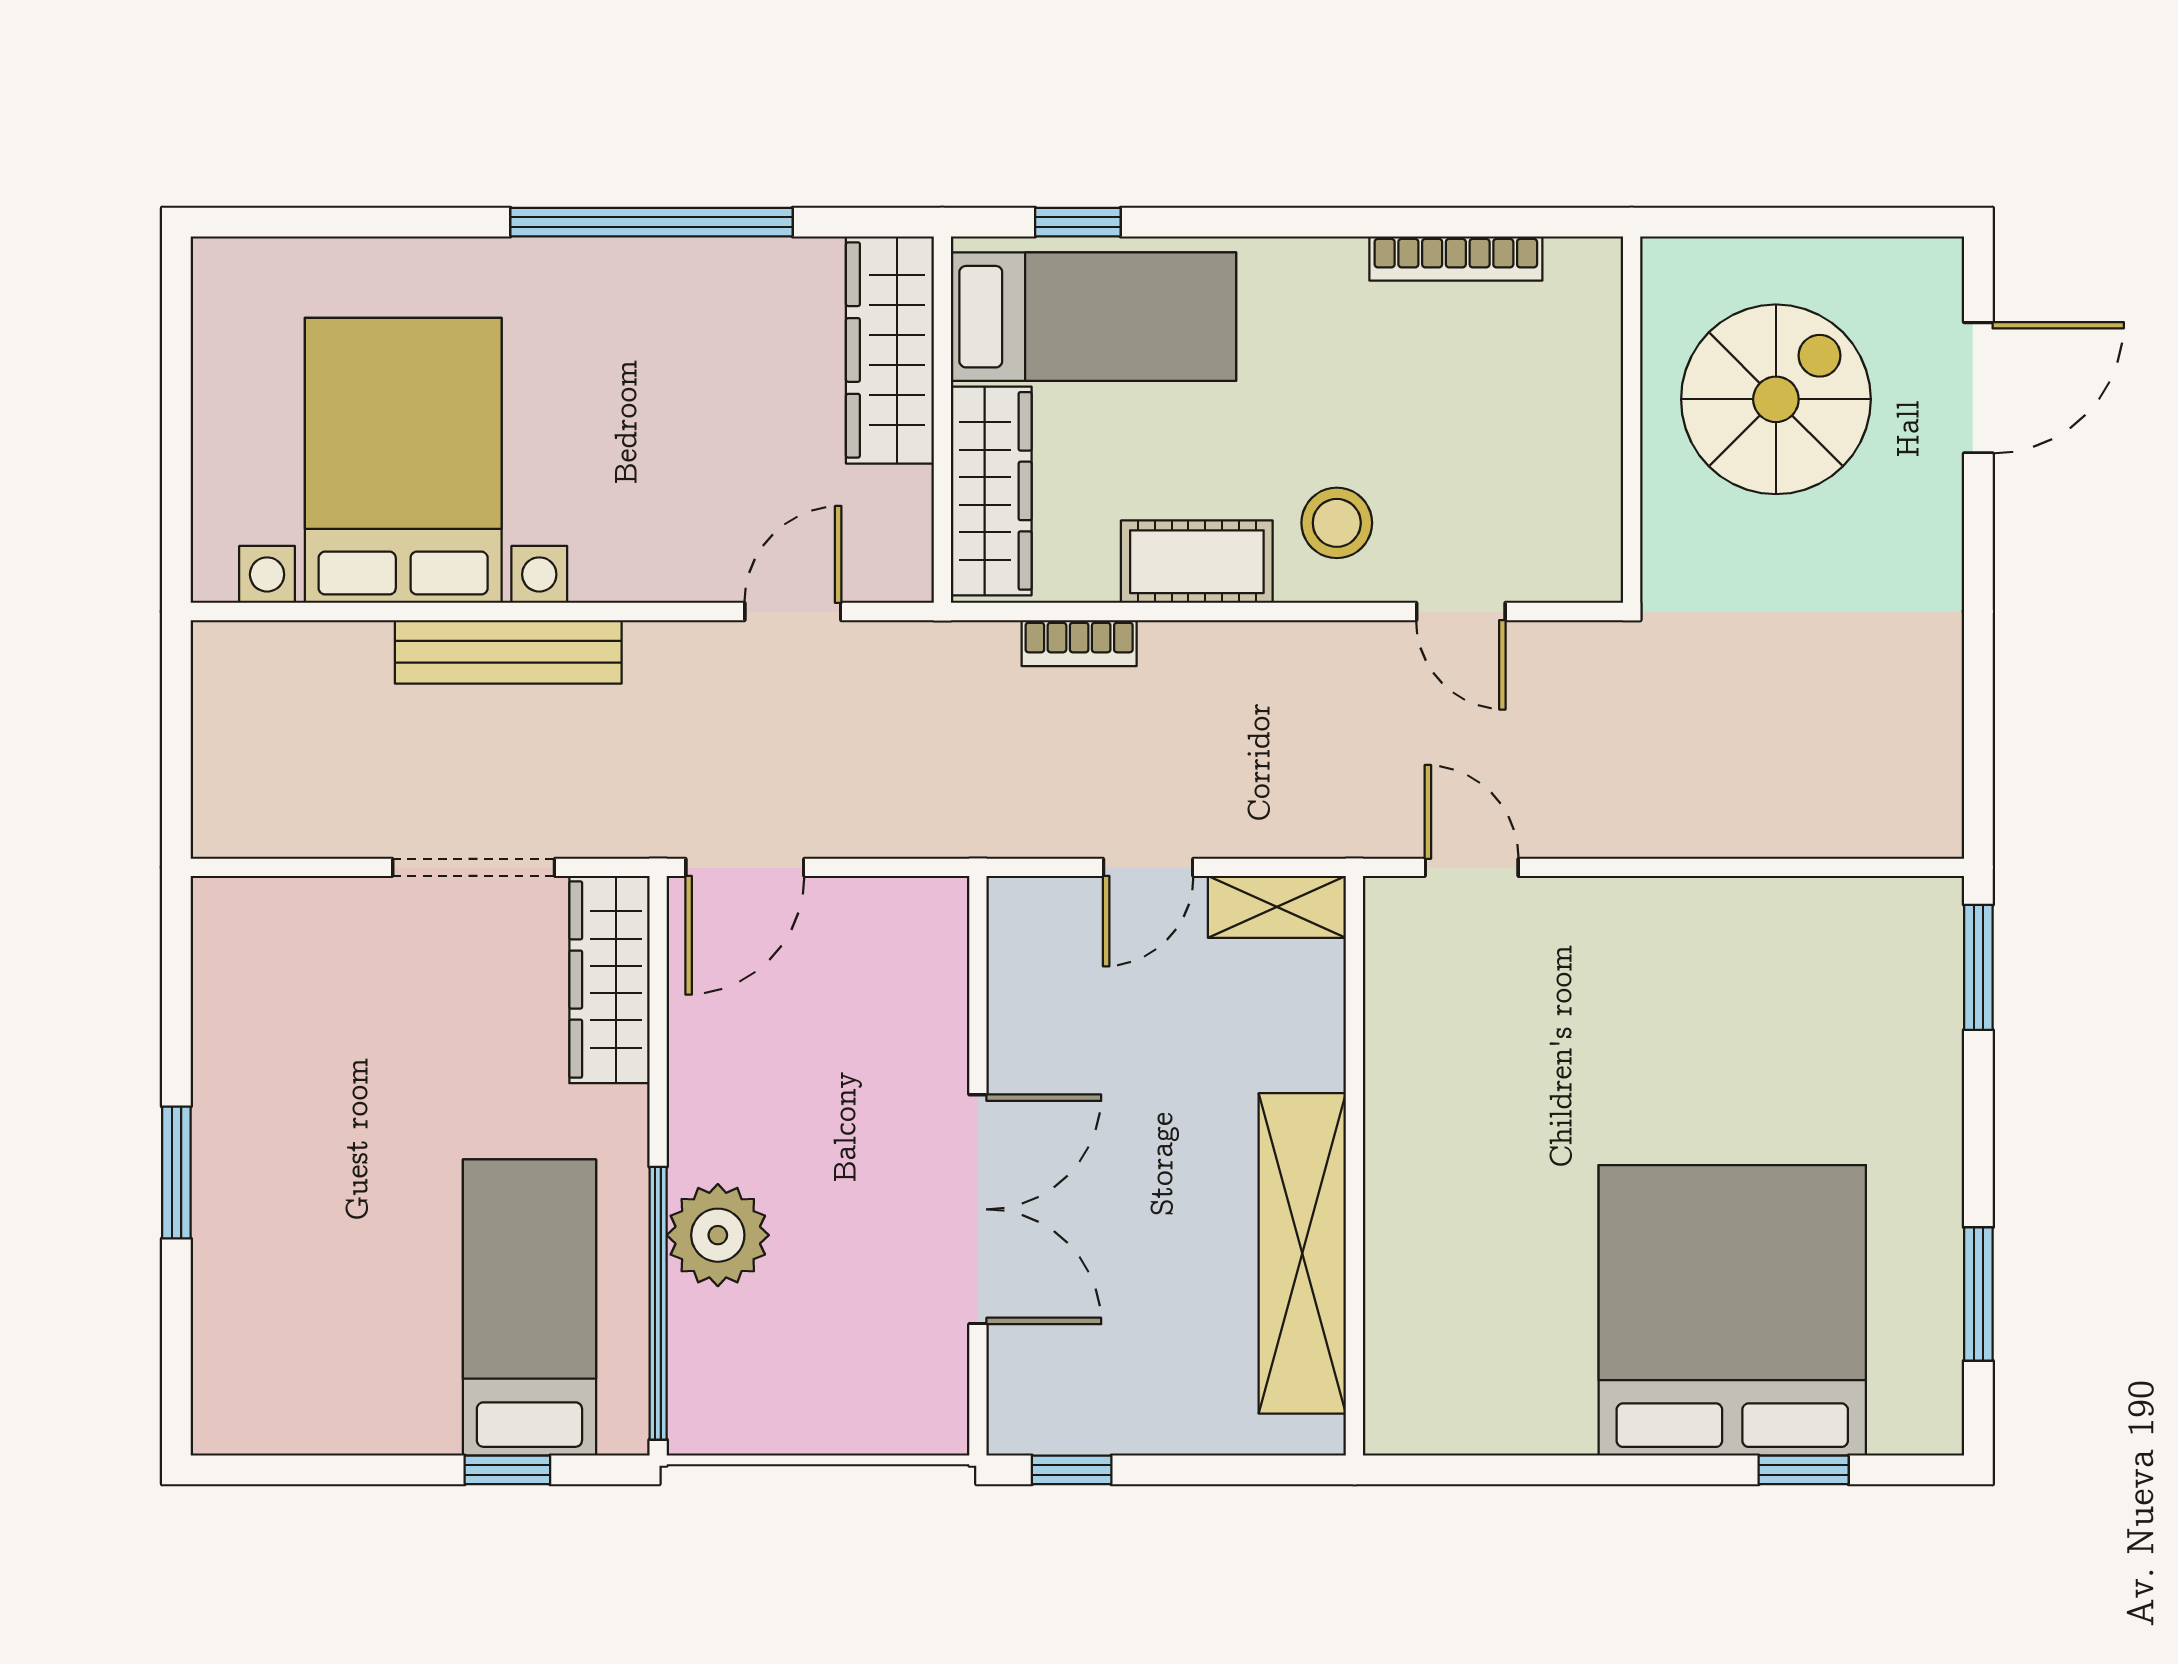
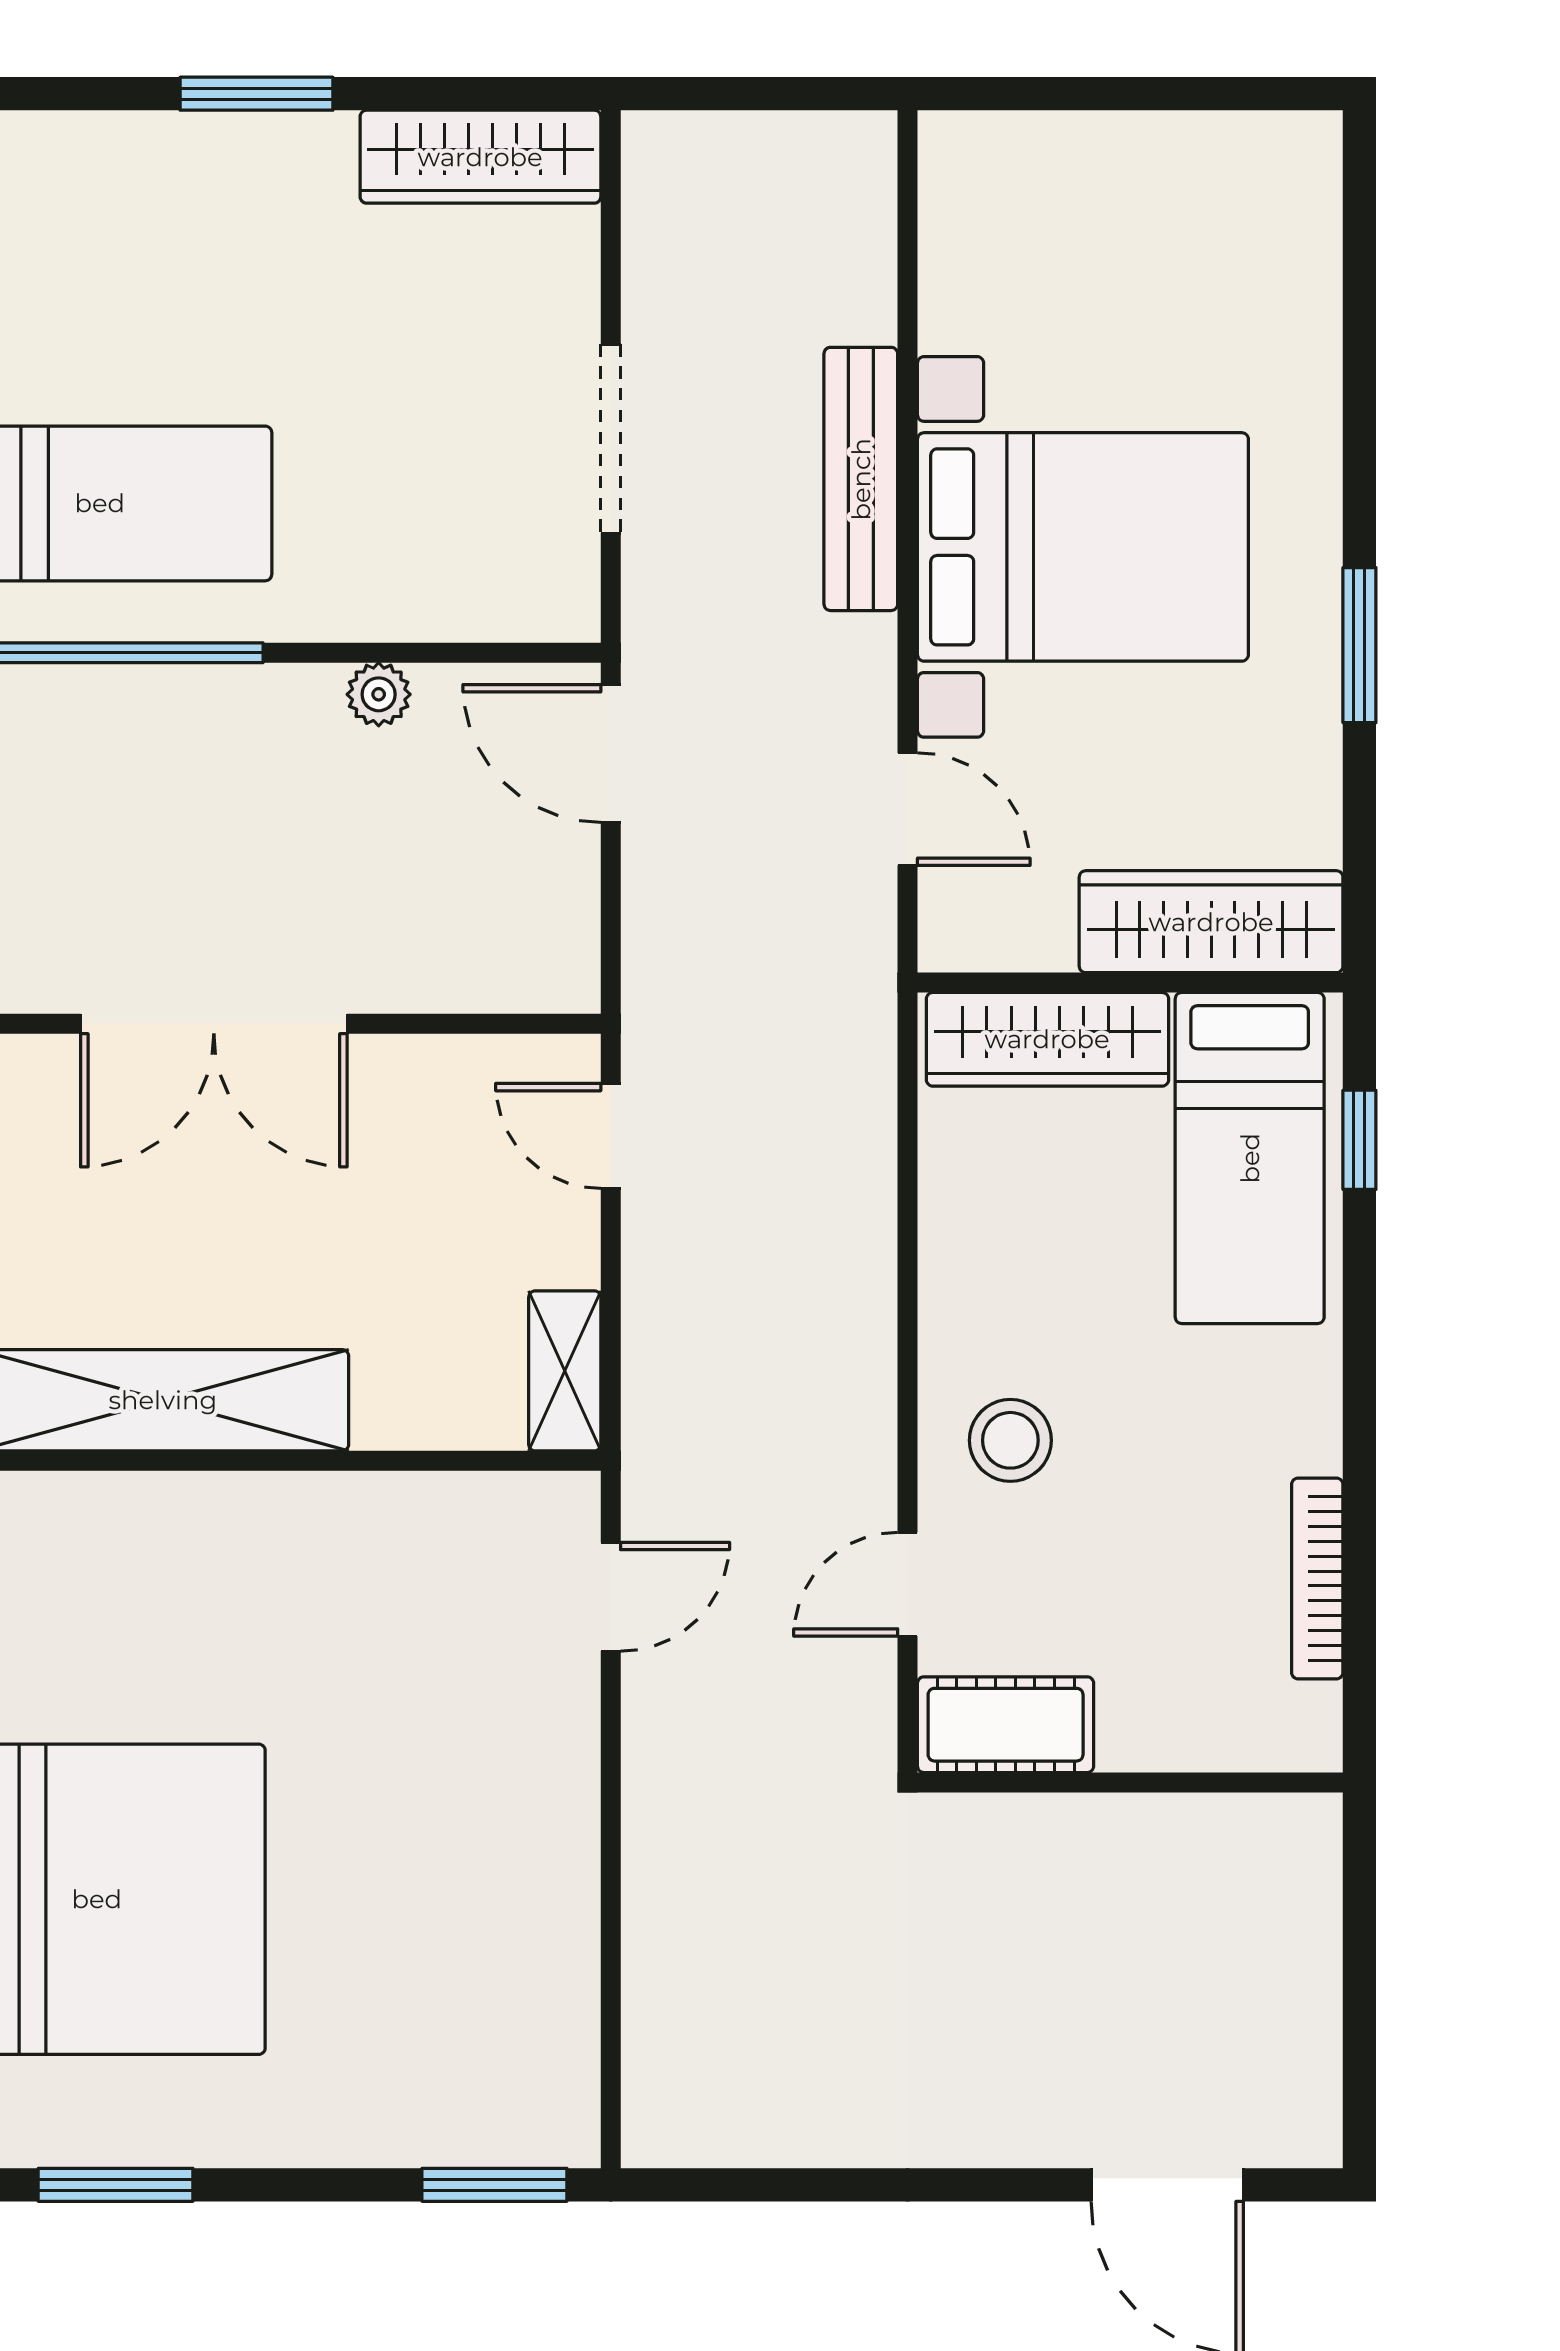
window: (651, 222) -> (1359, 645), width x0.47
spiral stairs: (1776, 399) -> (1154, 1950), removed
bed with nightstands: (403, 460) -> (1083, 547), moved
cot: (1197, 562) -> (1006, 1725), moved, turned 90
bookcase: (1079, 643) -> (871, 1141), removed
door: (1148, 867) -> (611, 1136), moved
wardrobe: (609, 980) -> (480, 157), moved, turned 180
plant: (718, 1235) -> (379, 694), moved, width x0.53, depth x0.53

